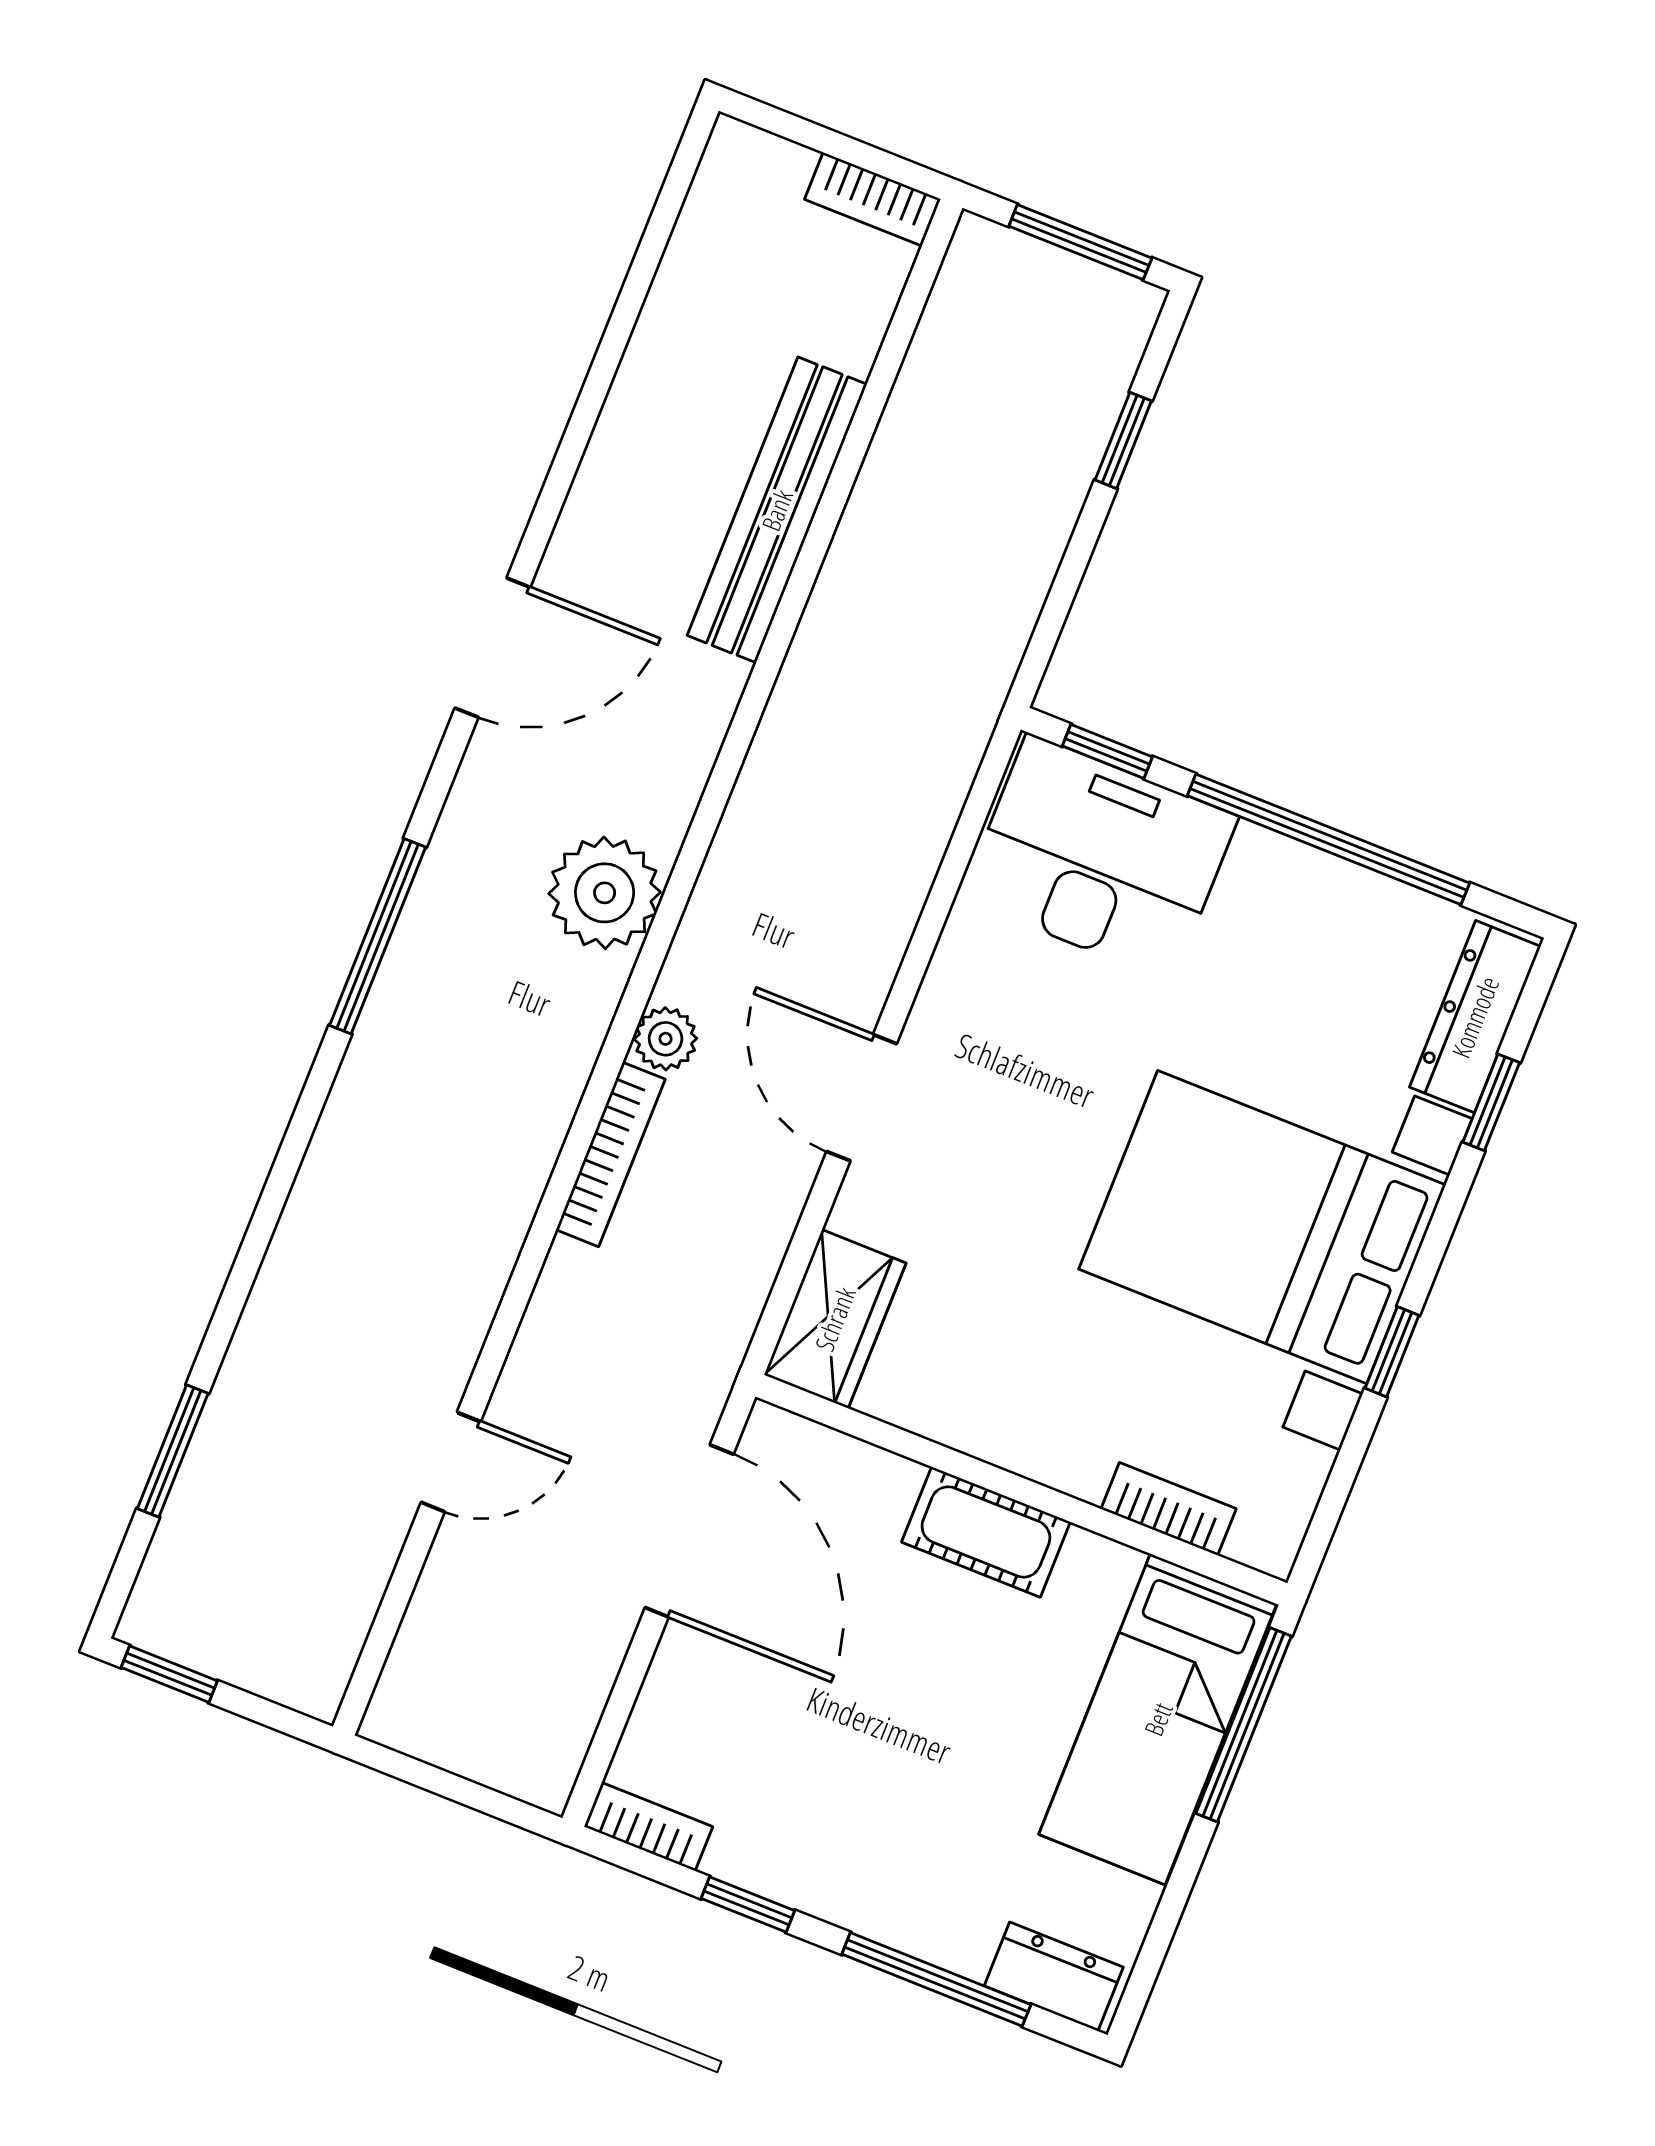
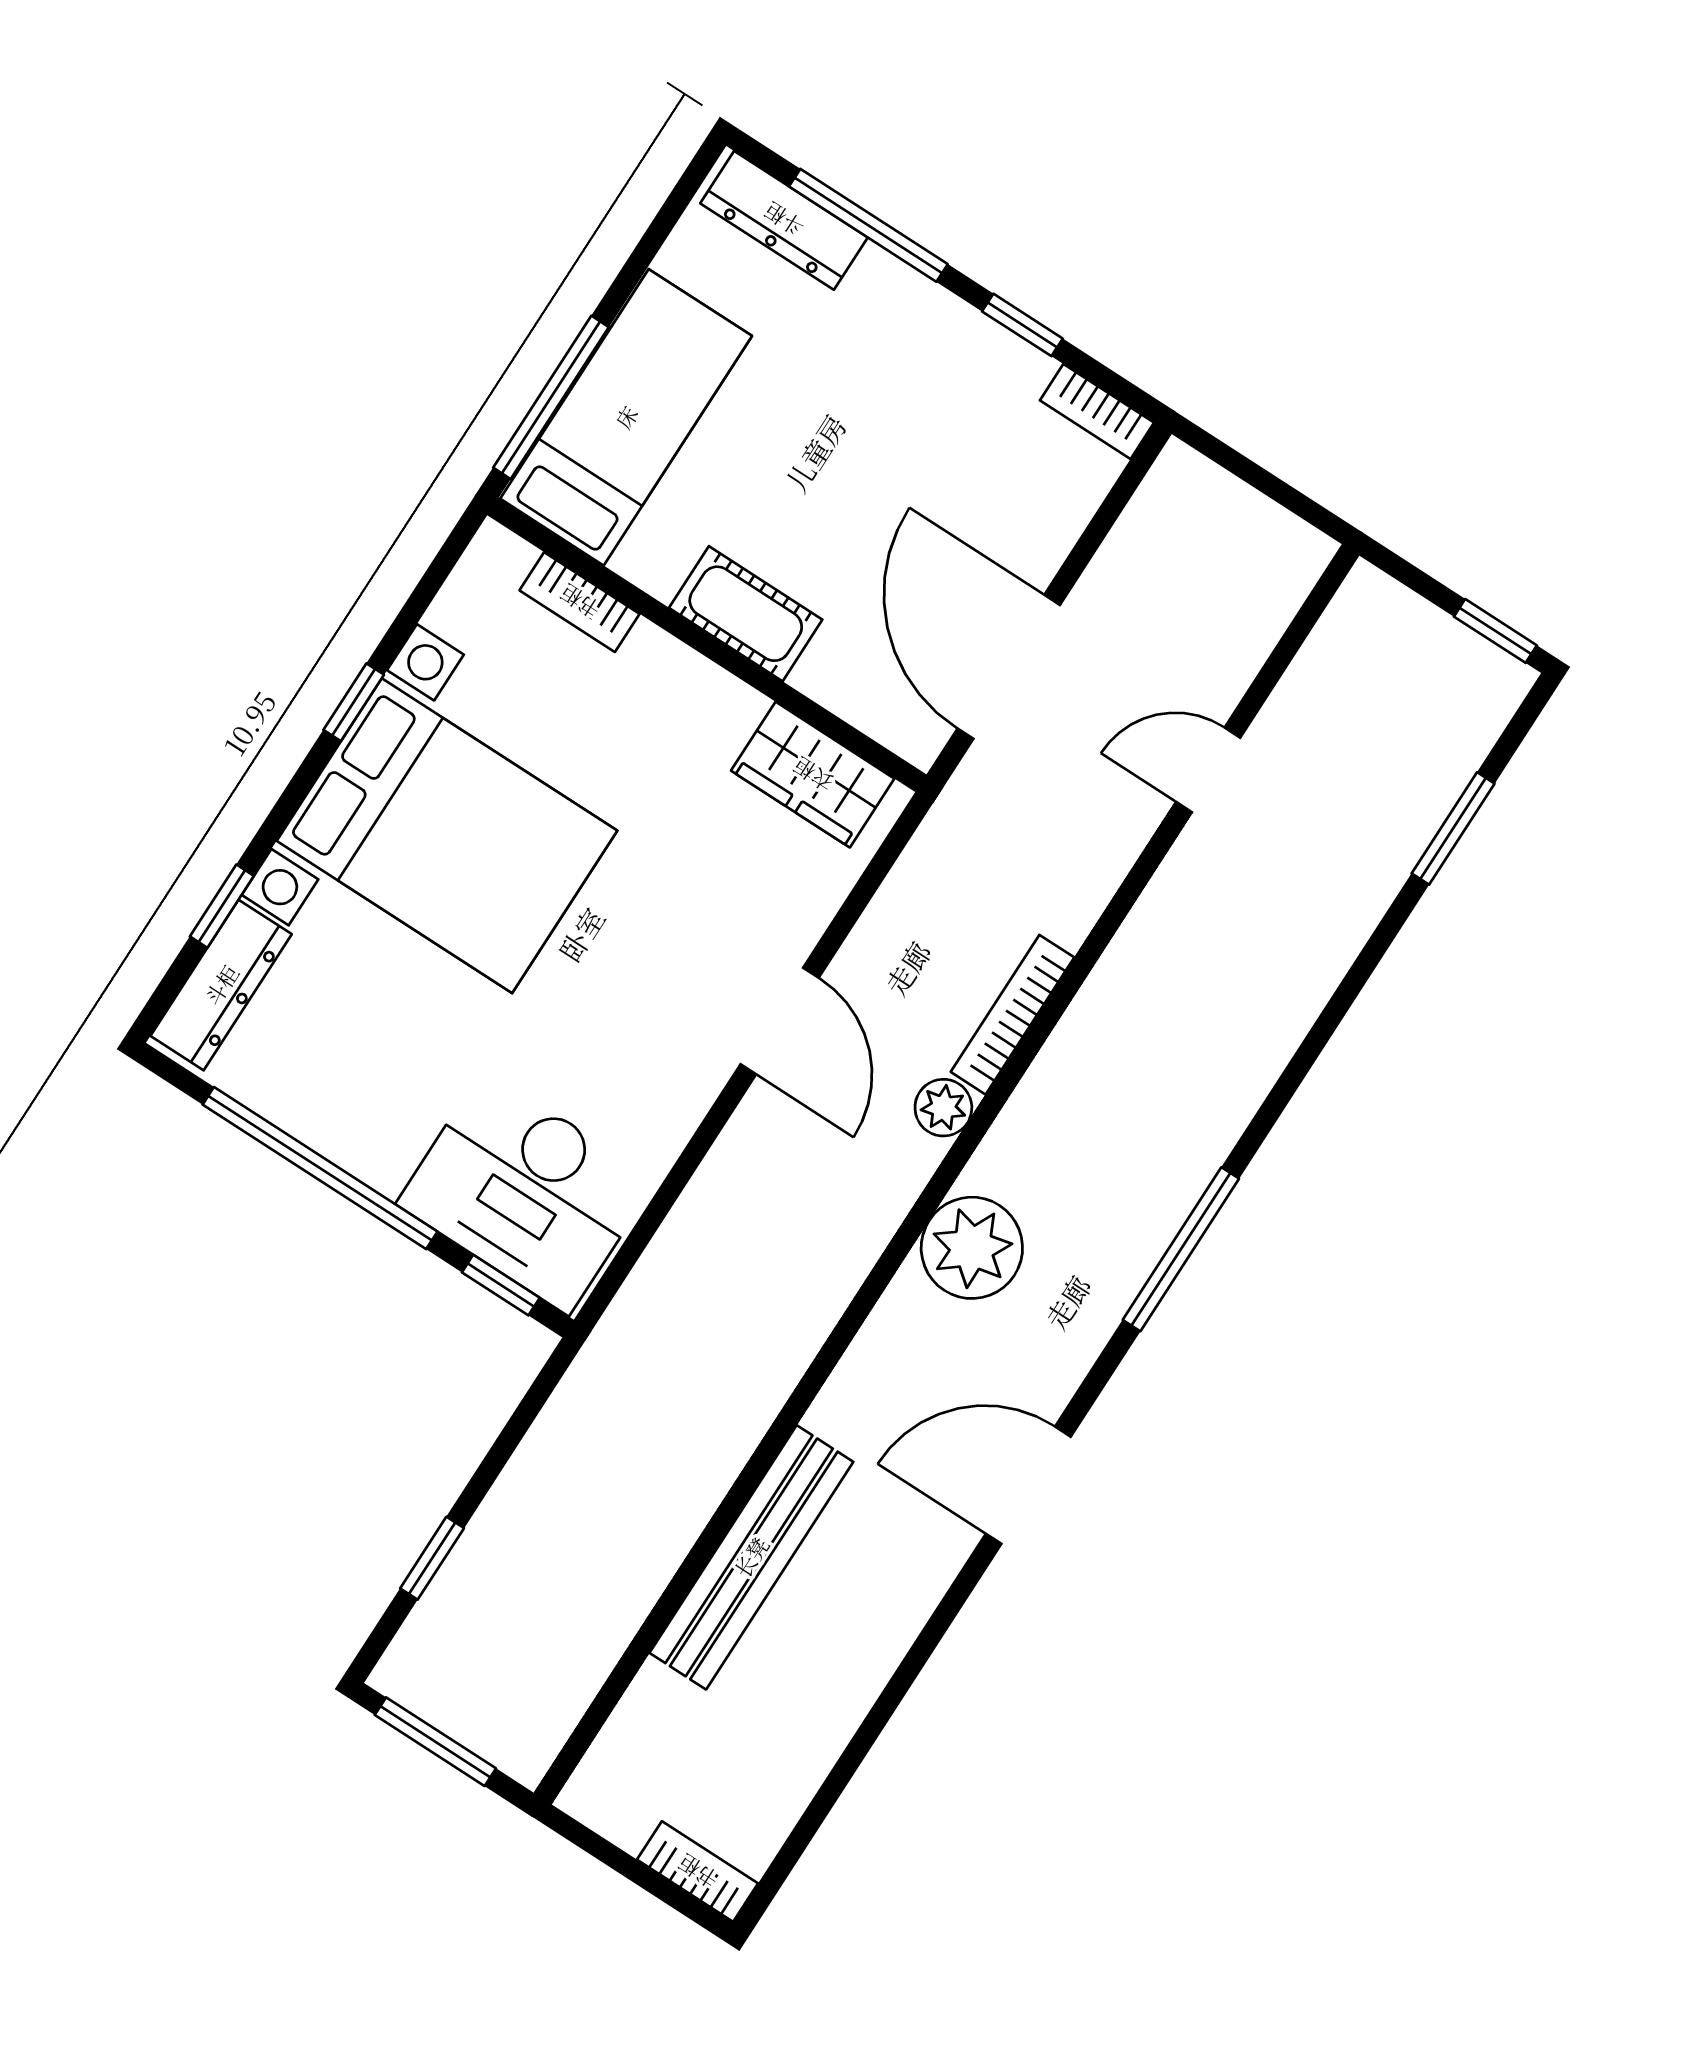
bookcase: (873, 199) -> (698, 1872), moved
wardrobe: (835, 1319) -> (813, 775), moved, turned -90
dresser: (1054, 1977) -> (784, 220), width x1.44

